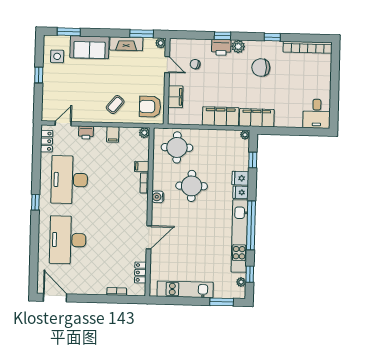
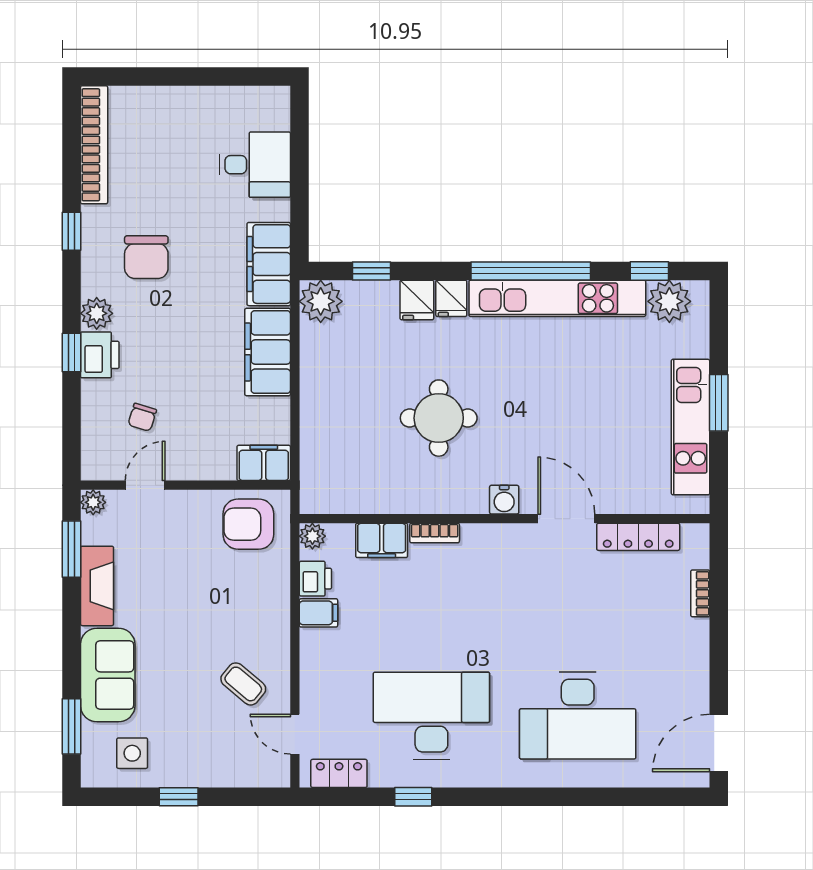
filing cabinet: (175, 97) -> (264, 463), moved
coffee table: (115, 105) -> (243, 684), moved
armchair: (150, 107) -> (248, 524), turned 90
desk: (317, 114) -> (255, 165), moved
printer: (86, 132) -> (315, 579), moved
plant: (245, 135) -> (321, 301), width x1.87, depth x1.87
round table: (177, 147) -> (346, 456), removed
filing cabinet: (142, 166) -> (382, 540), width x2.00
desk: (69, 180) -> (431, 716), turned 180
water cooler: (158, 197) -> (504, 500), moved
window: (35, 202) -> (413, 797), moved
locker: (140, 273) -> (638, 537), width x1.53
plant: (241, 282) -> (669, 301), width x1.87, depth x1.87
window: (222, 302) -> (719, 403), moved

